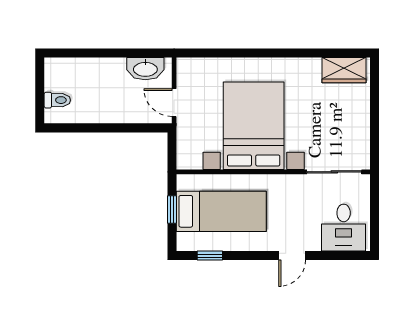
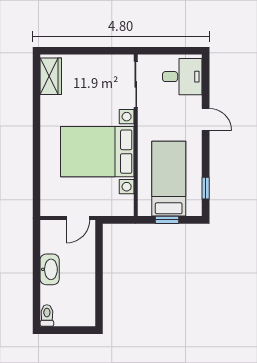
washbasin: (145, 69) -> (50, 269), moved
toilet: (57, 100) -> (47, 316), moved

